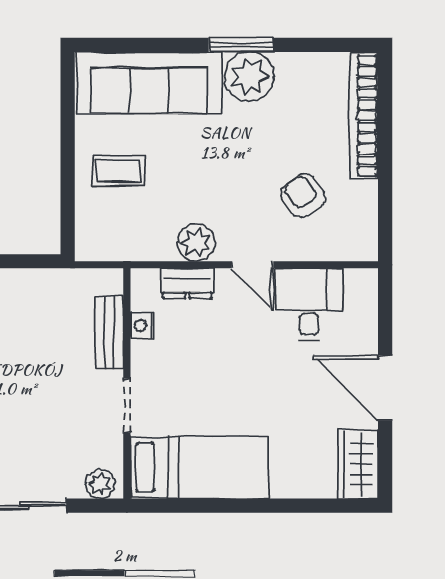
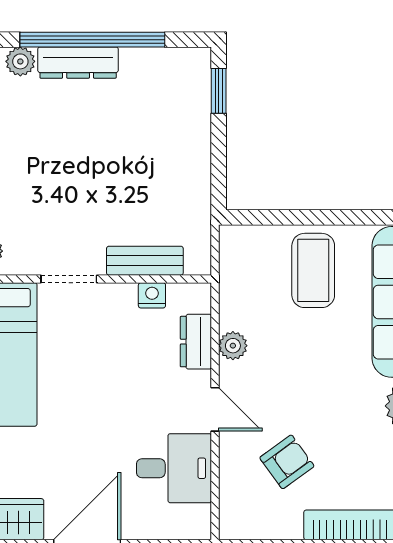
coffee table: (119, 170) -> (313, 270), width x1.36, depth x1.30
plant: (196, 242) -> (233, 346), width x0.73, depth x0.73
door: (253, 265) -> (215, 409), swing flipped

